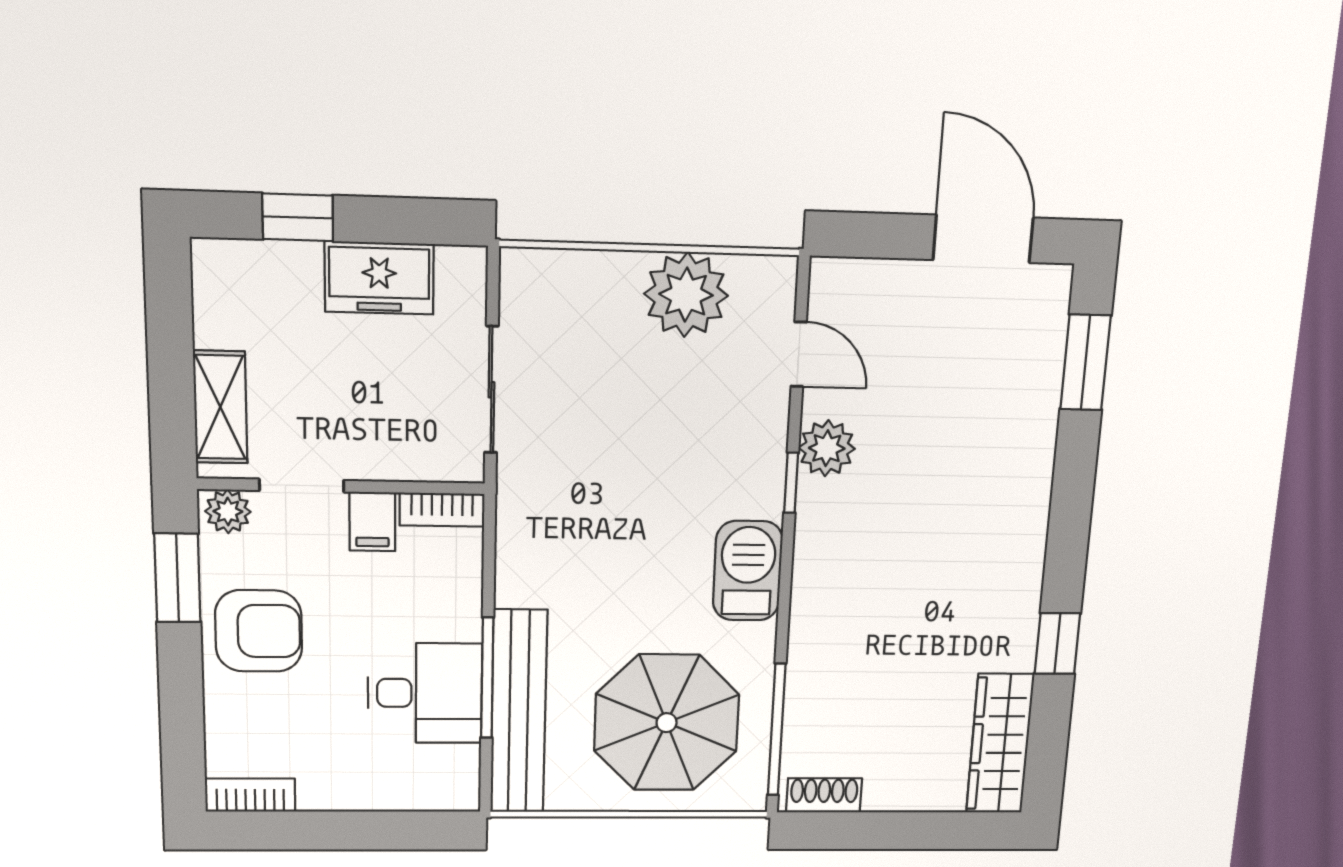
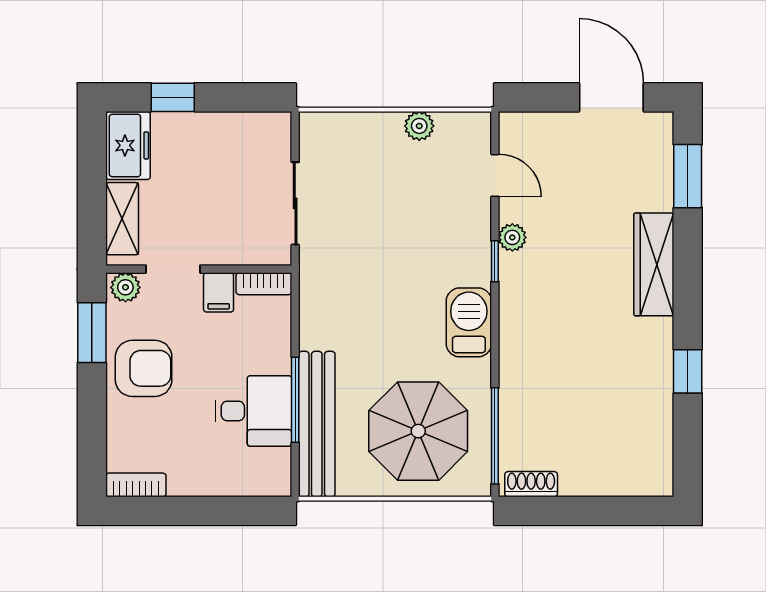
freezer: (379, 278) -> (128, 145), moved, turned -90
plant: (686, 295) -> (419, 126), width x0.53, depth x0.53
plant: (827, 448) -> (512, 237), width x0.73, depth x0.73
wardrobe: (1000, 744) -> (654, 264), moved

